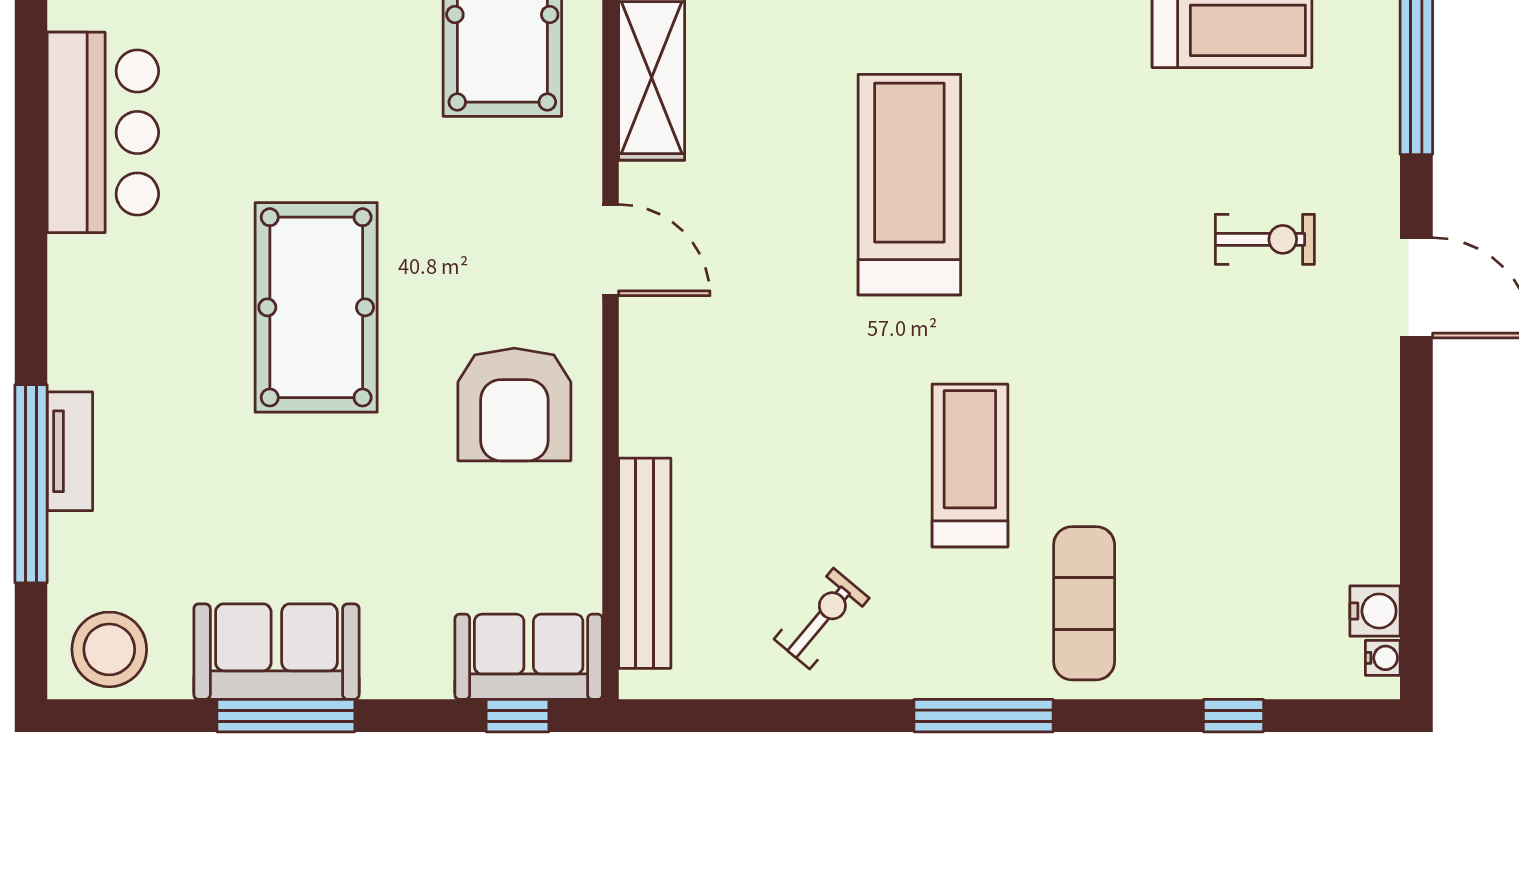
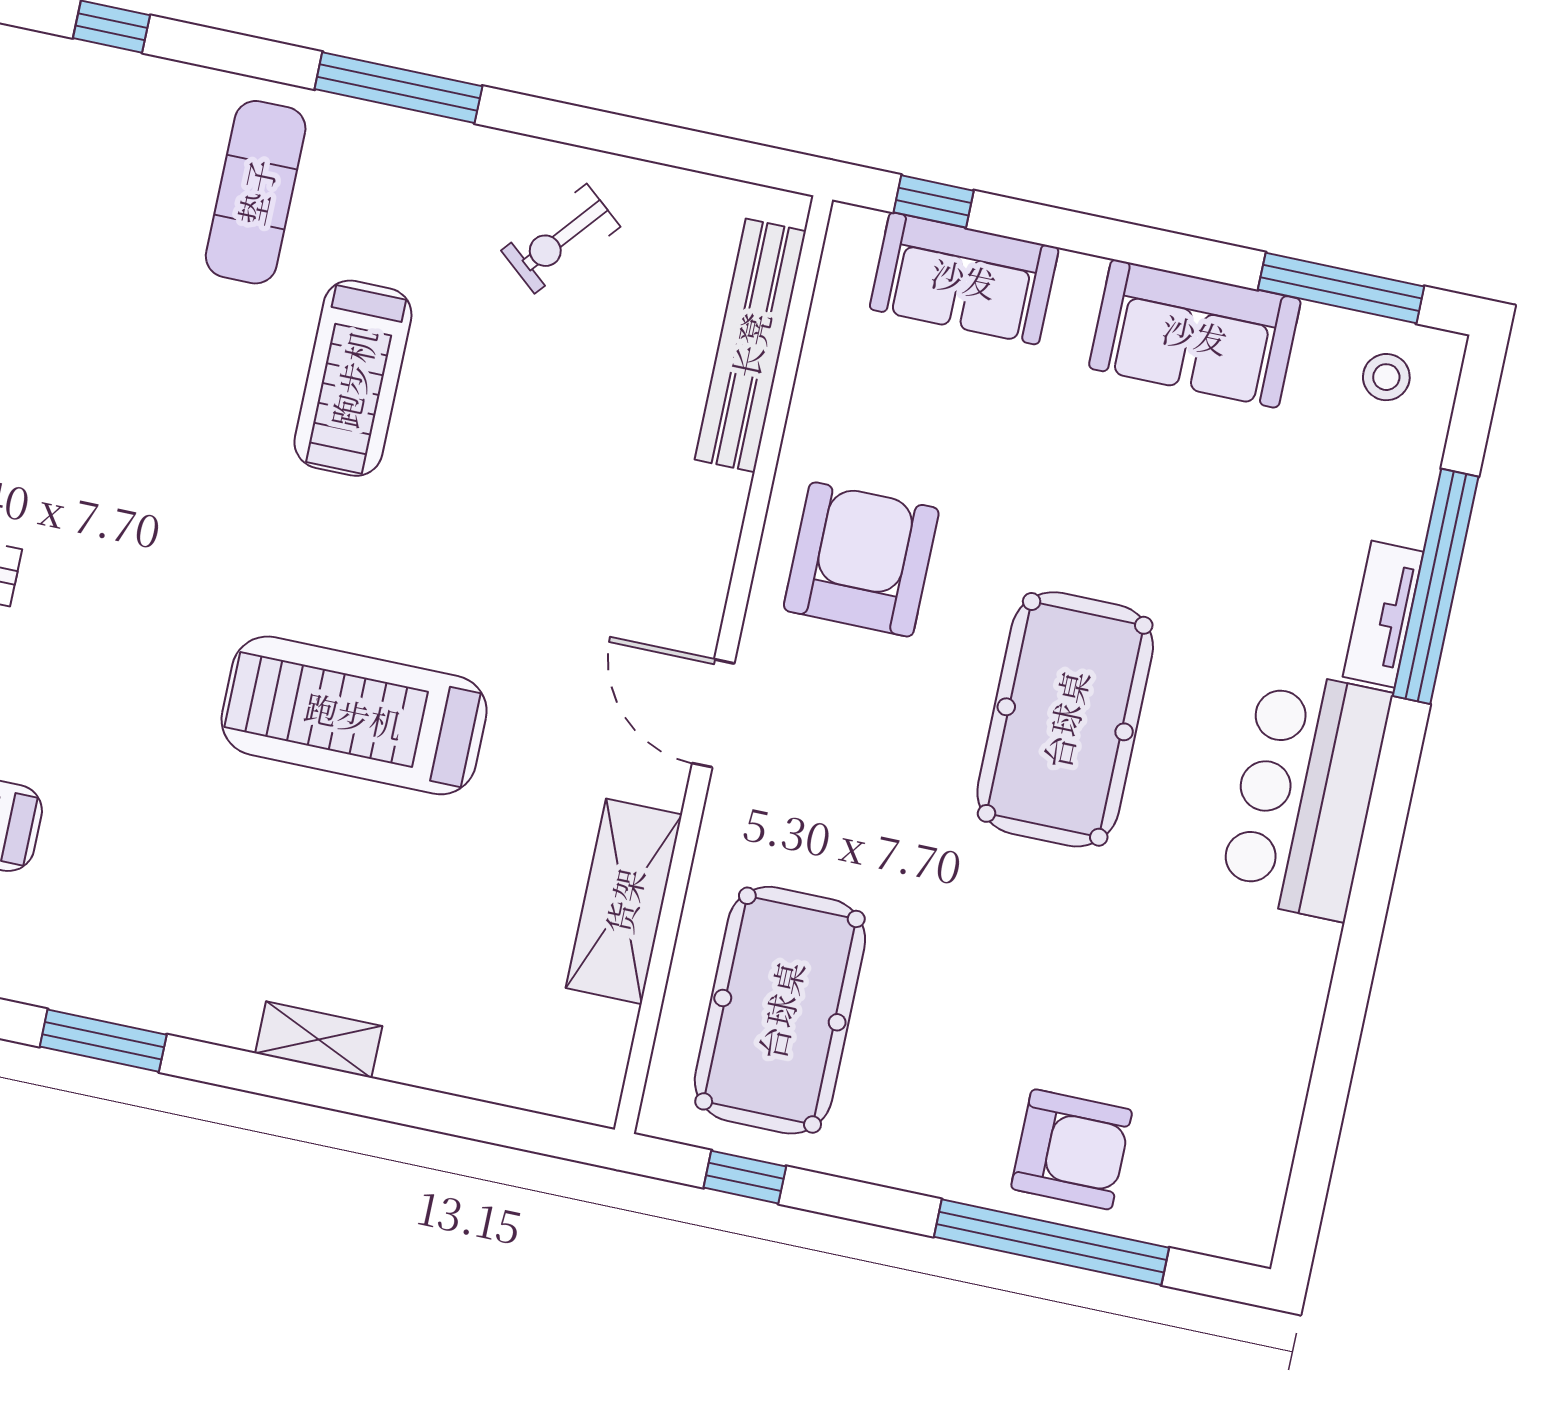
bar counter: (103, 132) -> (1305, 794), moved
treadmill: (909, 185) -> (354, 715), turned 90
stool: (109, 649) -> (1386, 377), width x0.53, depth x0.53
sofa: (529, 657) -> (964, 278), moved
window: (286, 716) -> (1341, 288), moved

